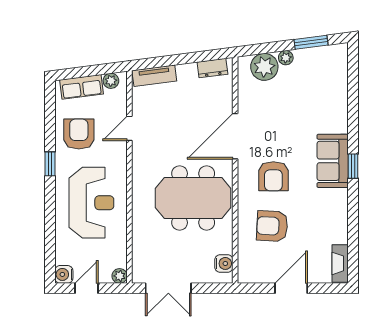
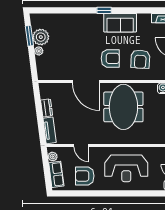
plant: (264, 67) -> (41, 37), moved
dresser: (212, 68) -> (47, 108), moved
sofa: (333, 161) -> (120, 23), moved
window: (50, 164) -> (103, 193), removed
reception desk: (91, 203) -> (126, 168), turned 180

